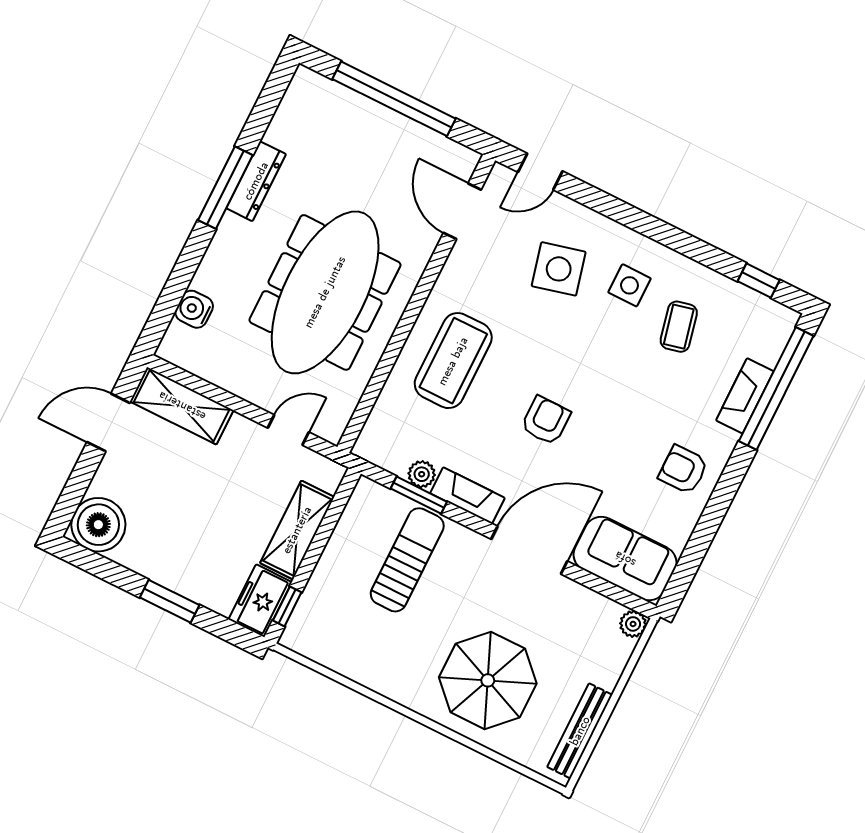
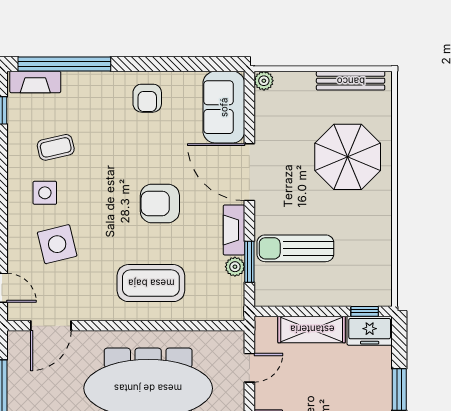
fireplace: (745, 396) -> (35, 82), moved
armchair: (546, 421) -> (160, 203), width x1.38, depth x1.38
door: (288, 430) -> (249, 368), swing flipped

